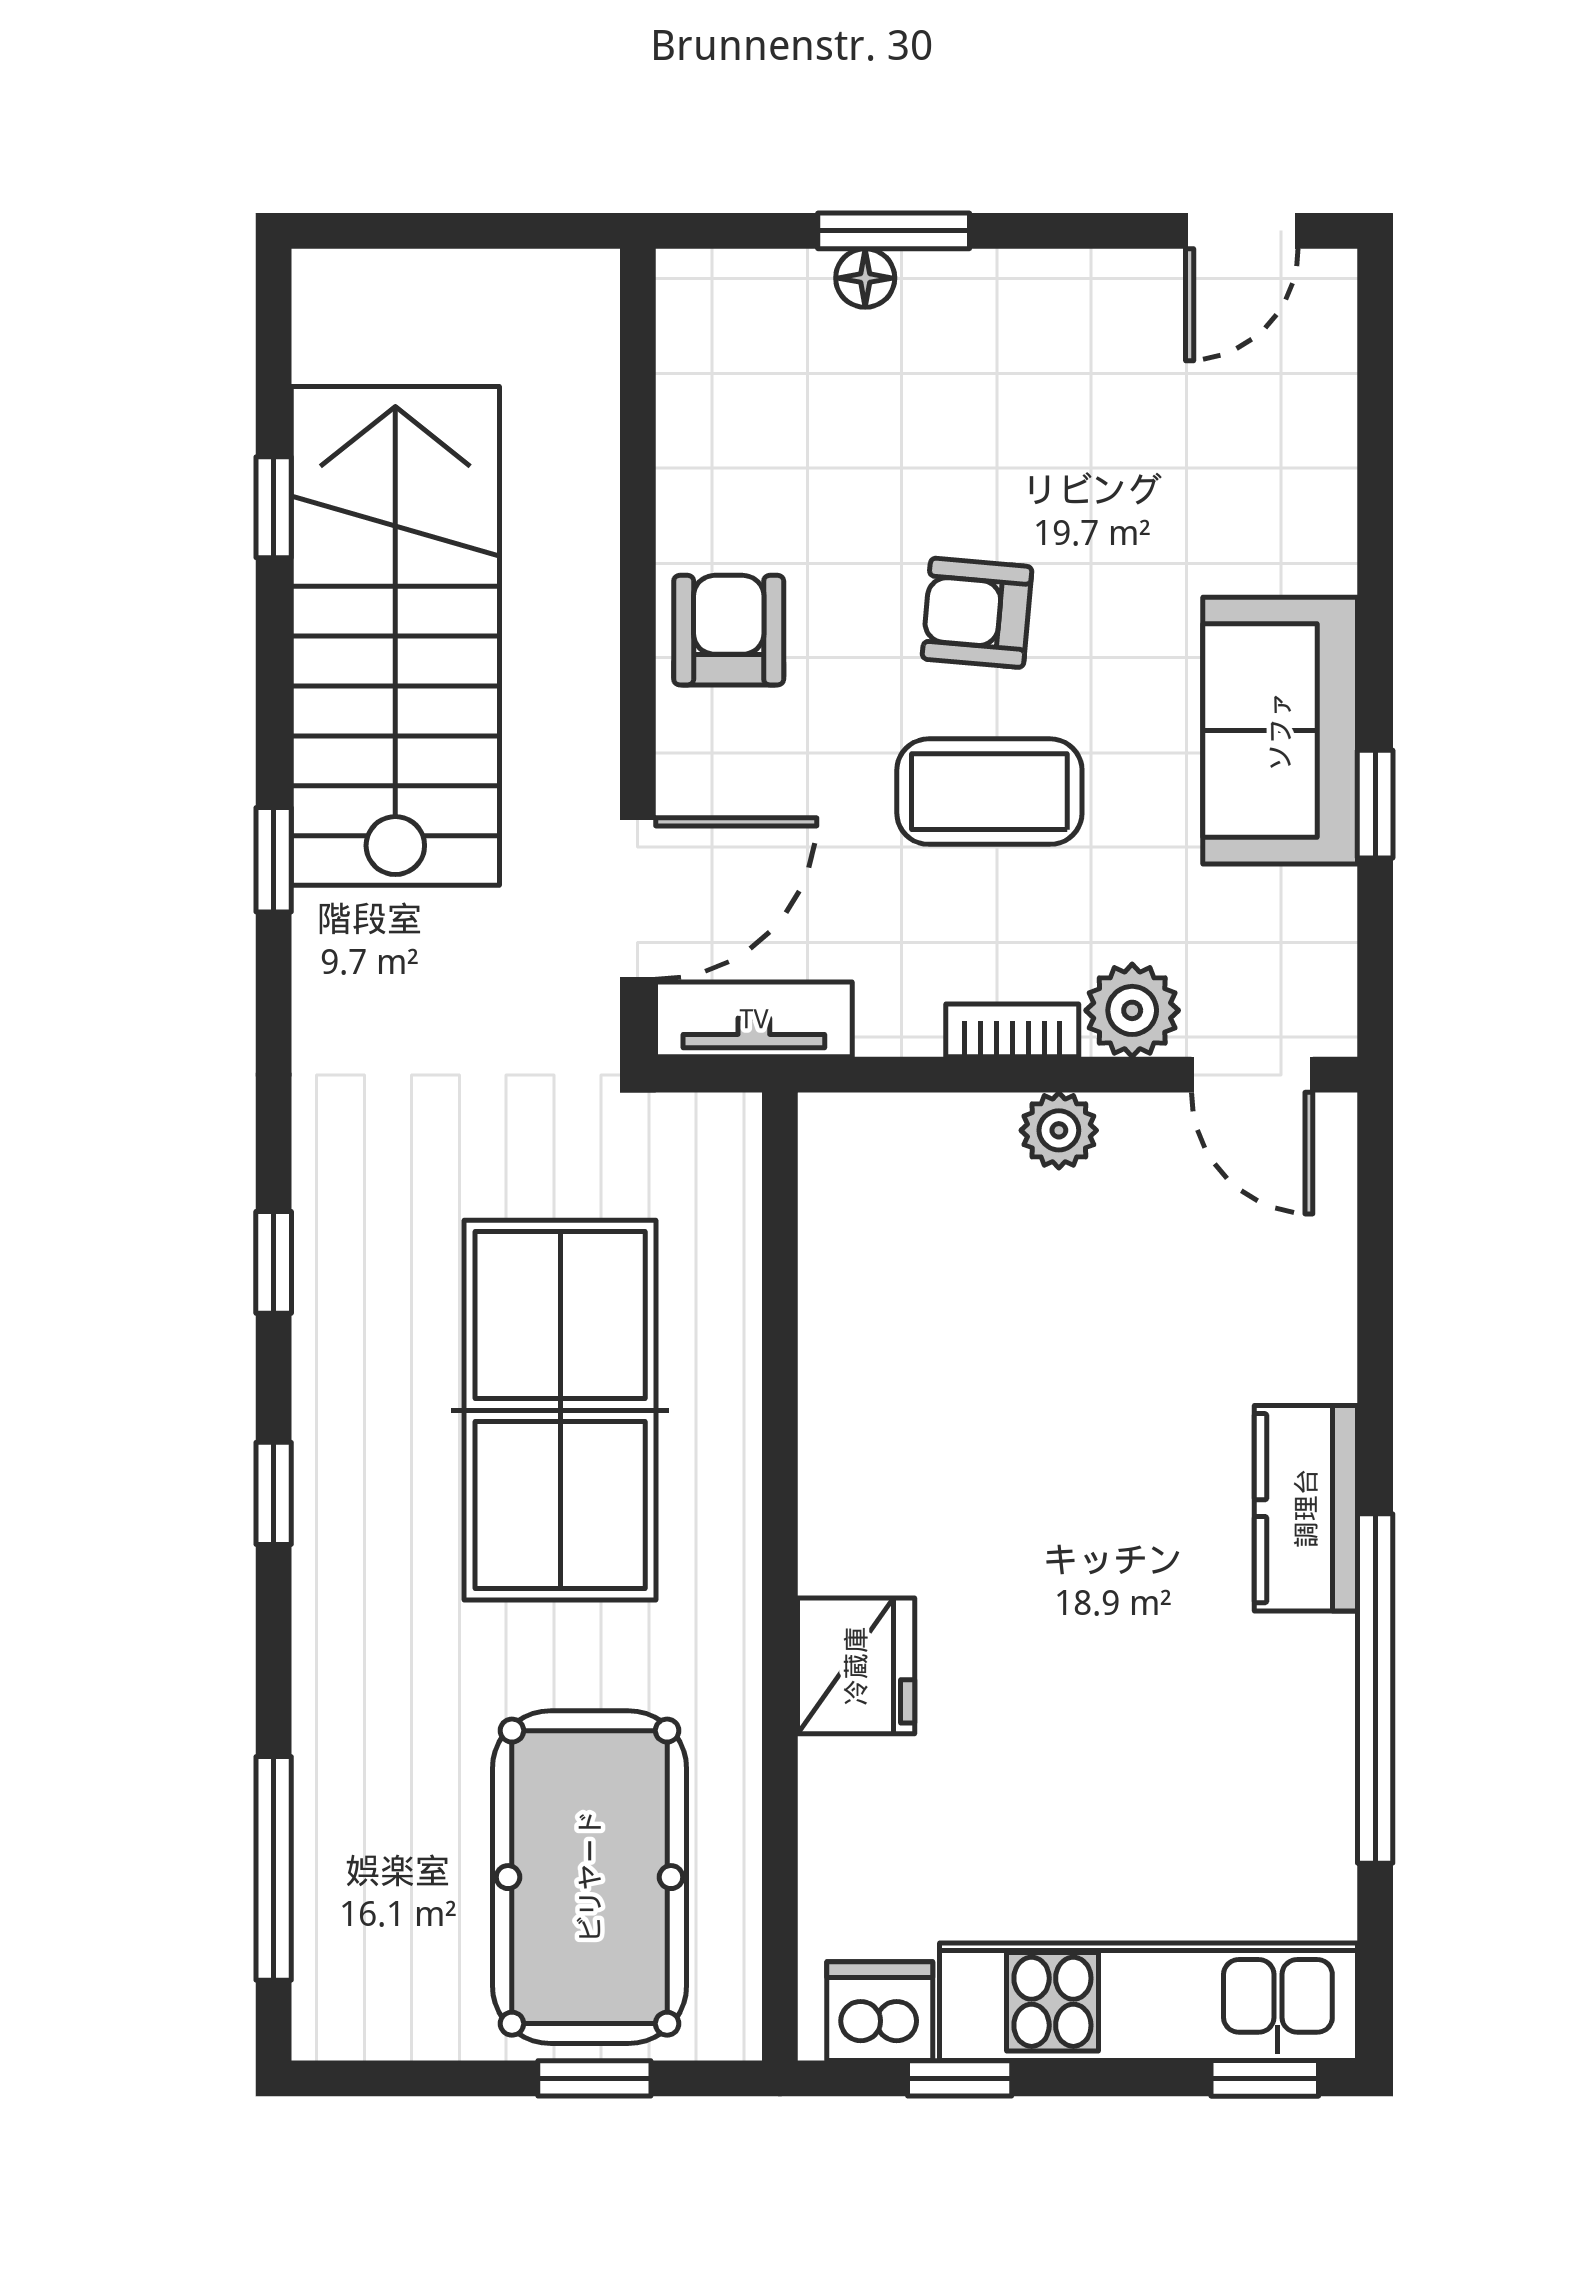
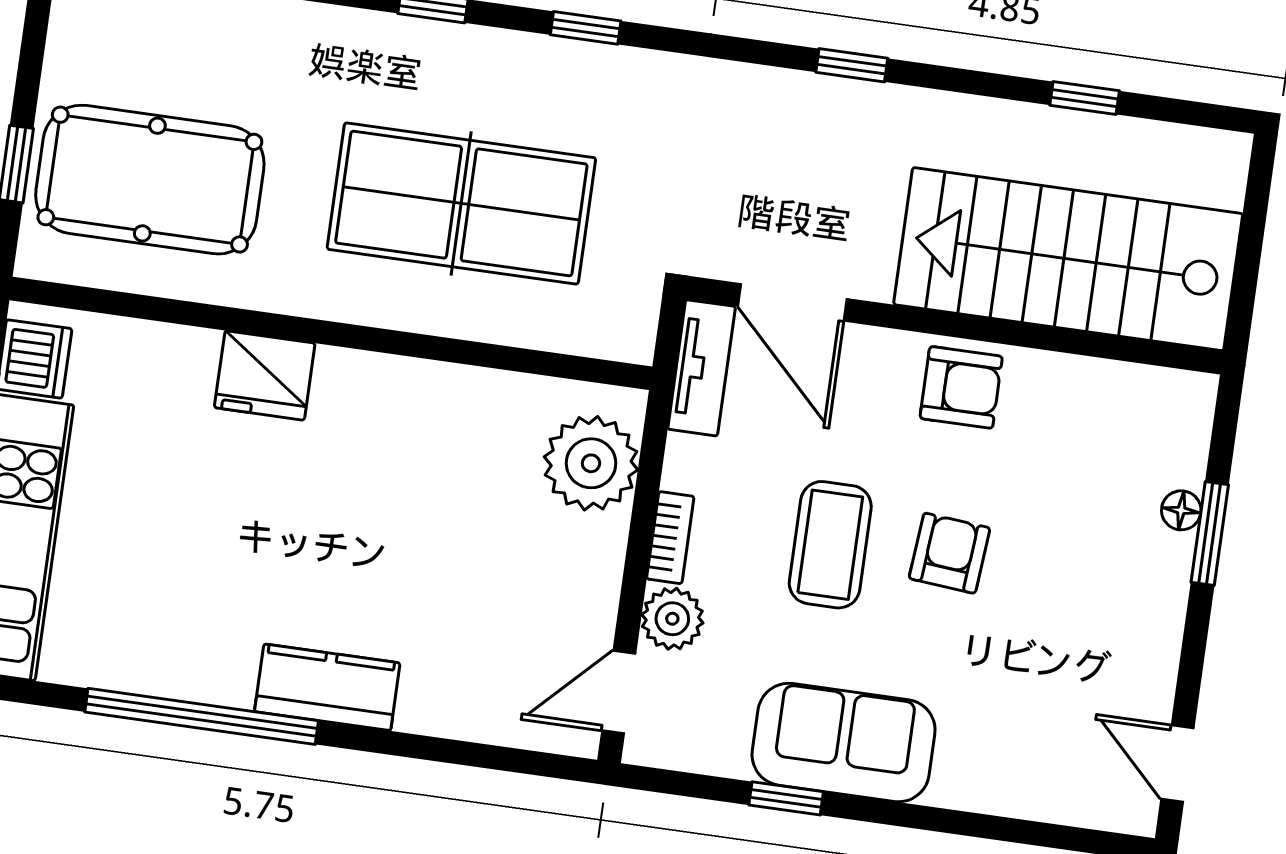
stairs: (395, 636) -> (1068, 259), moved, turned 180
plant: (1059, 1130) -> (591, 463), moved, width x1.88, depth x1.88

